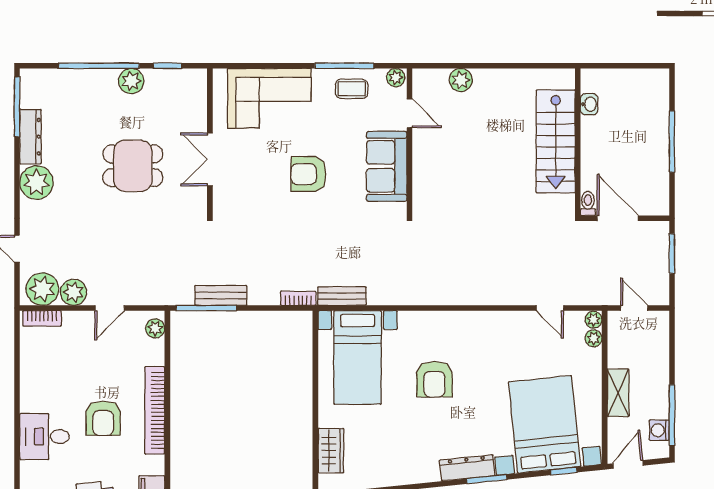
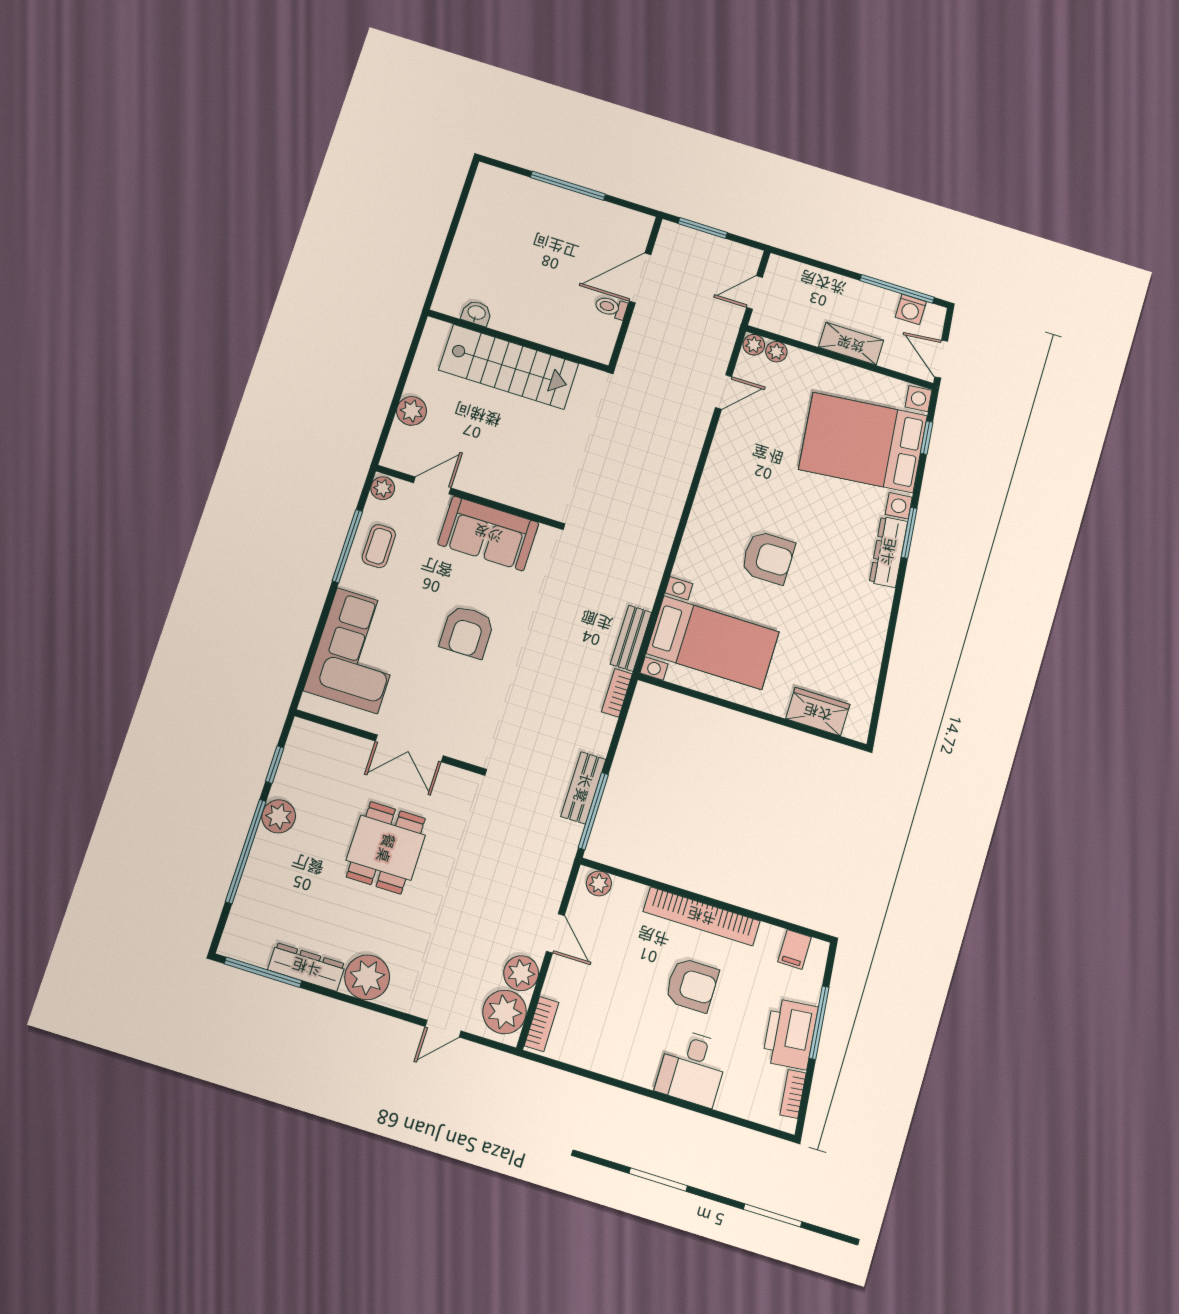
washbasin: (589, 104) -> (476, 313), moved
stairs: (556, 141) -> (509, 367), moved
wall: (578, 142) -> (518, 341), moved

